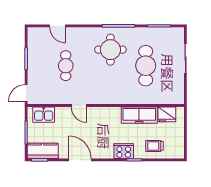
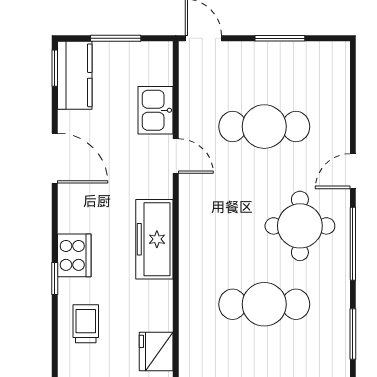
door: (58, 26) -> (353, 171), moved
cafe table: (66, 66) -> (264, 127), width x1.37, depth x1.35
door: (79, 105) -> (176, 156), swing flipped
kitchen sink: (44, 115) -> (156, 110), moved
freezer: (139, 115) -> (154, 239), moved
door: (80, 160) -> (55, 158), hinge flipped

